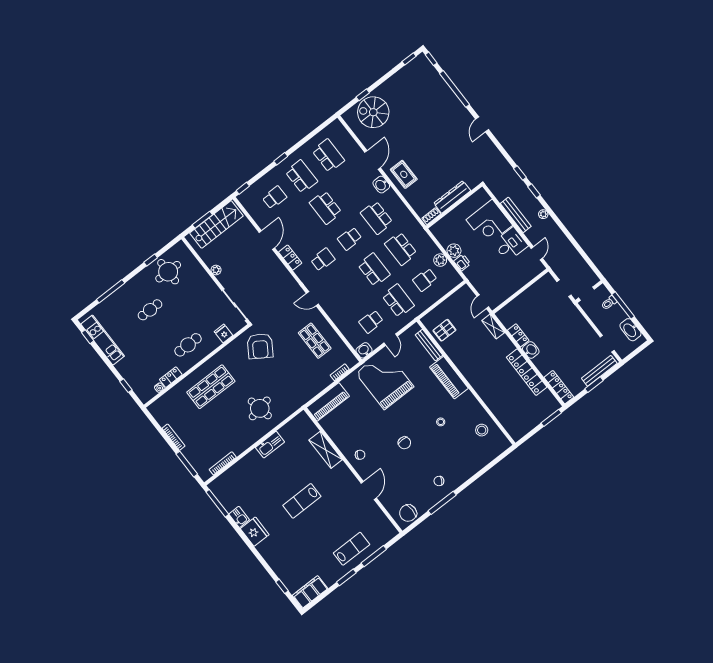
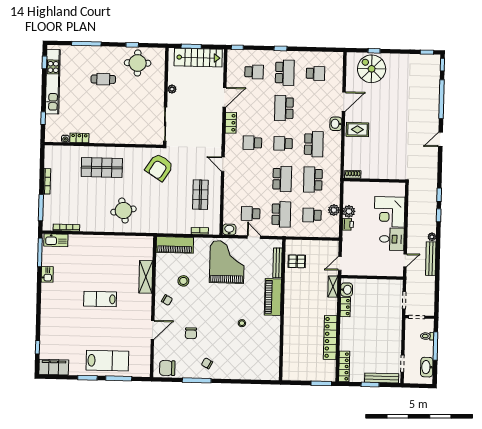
school desk: (328, 156) -> (315, 73), width x0.54
rug: (404, 174) -> (357, 130), turned 90
dresser: (452, 197) -> (378, 173), removed
bench: (516, 215) -> (431, 259), moved
school desk: (377, 218) -> (314, 144), turned 180
school desk: (323, 260) -> (252, 143), turned 180
fridge: (224, 333) -> (141, 138), removed
kitchen unit: (103, 340) -> (53, 82), width x1.36
door: (391, 340) -> (254, 237), swing flipped
cafe table: (188, 345) -> (110, 125), removed
washbasin: (531, 350) -> (347, 290), moved
stool: (482, 430) -> (183, 281), moved
chair: (404, 443) -> (191, 333), moved
kitchen sink: (270, 445) -> (56, 240), moved
fridge: (255, 532) -> (50, 293), removed
lab bench: (352, 549) -> (107, 361), width x1.36, depth x1.39

